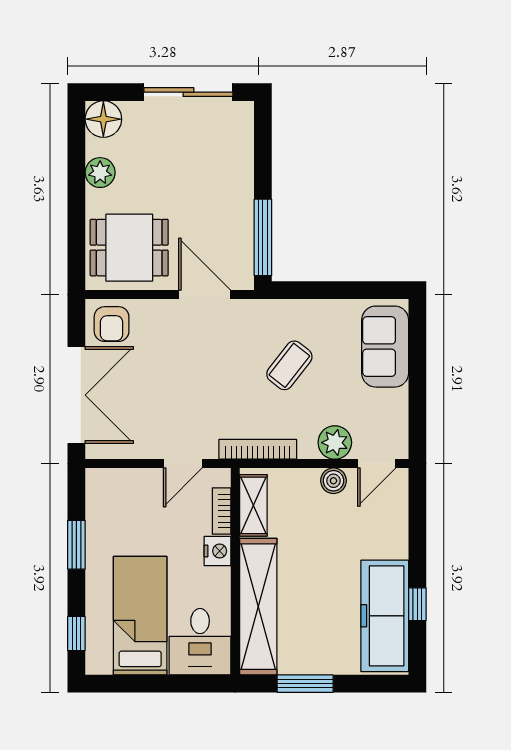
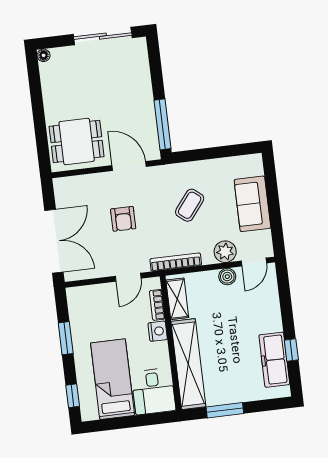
floor lamp: (103, 119) -> (44, 55), width x0.53, depth x0.53
plant: (100, 173) -> (52, 95), removed
armchair: (112, 324) -> (123, 219), moved
sofa: (385, 347) -> (252, 204), moved
freezer: (385, 616) -> (274, 360), width x0.73, depth x0.79

